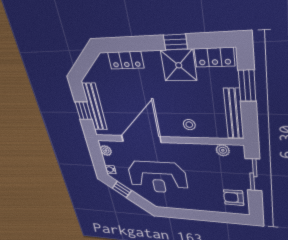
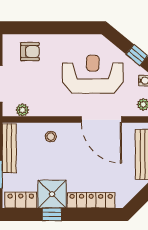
locker: (126, 60) -> (91, 200), width x1.53
door: (141, 139) -> (101, 120), hinge flipped
armchair: (234, 198) -> (30, 52), moved

